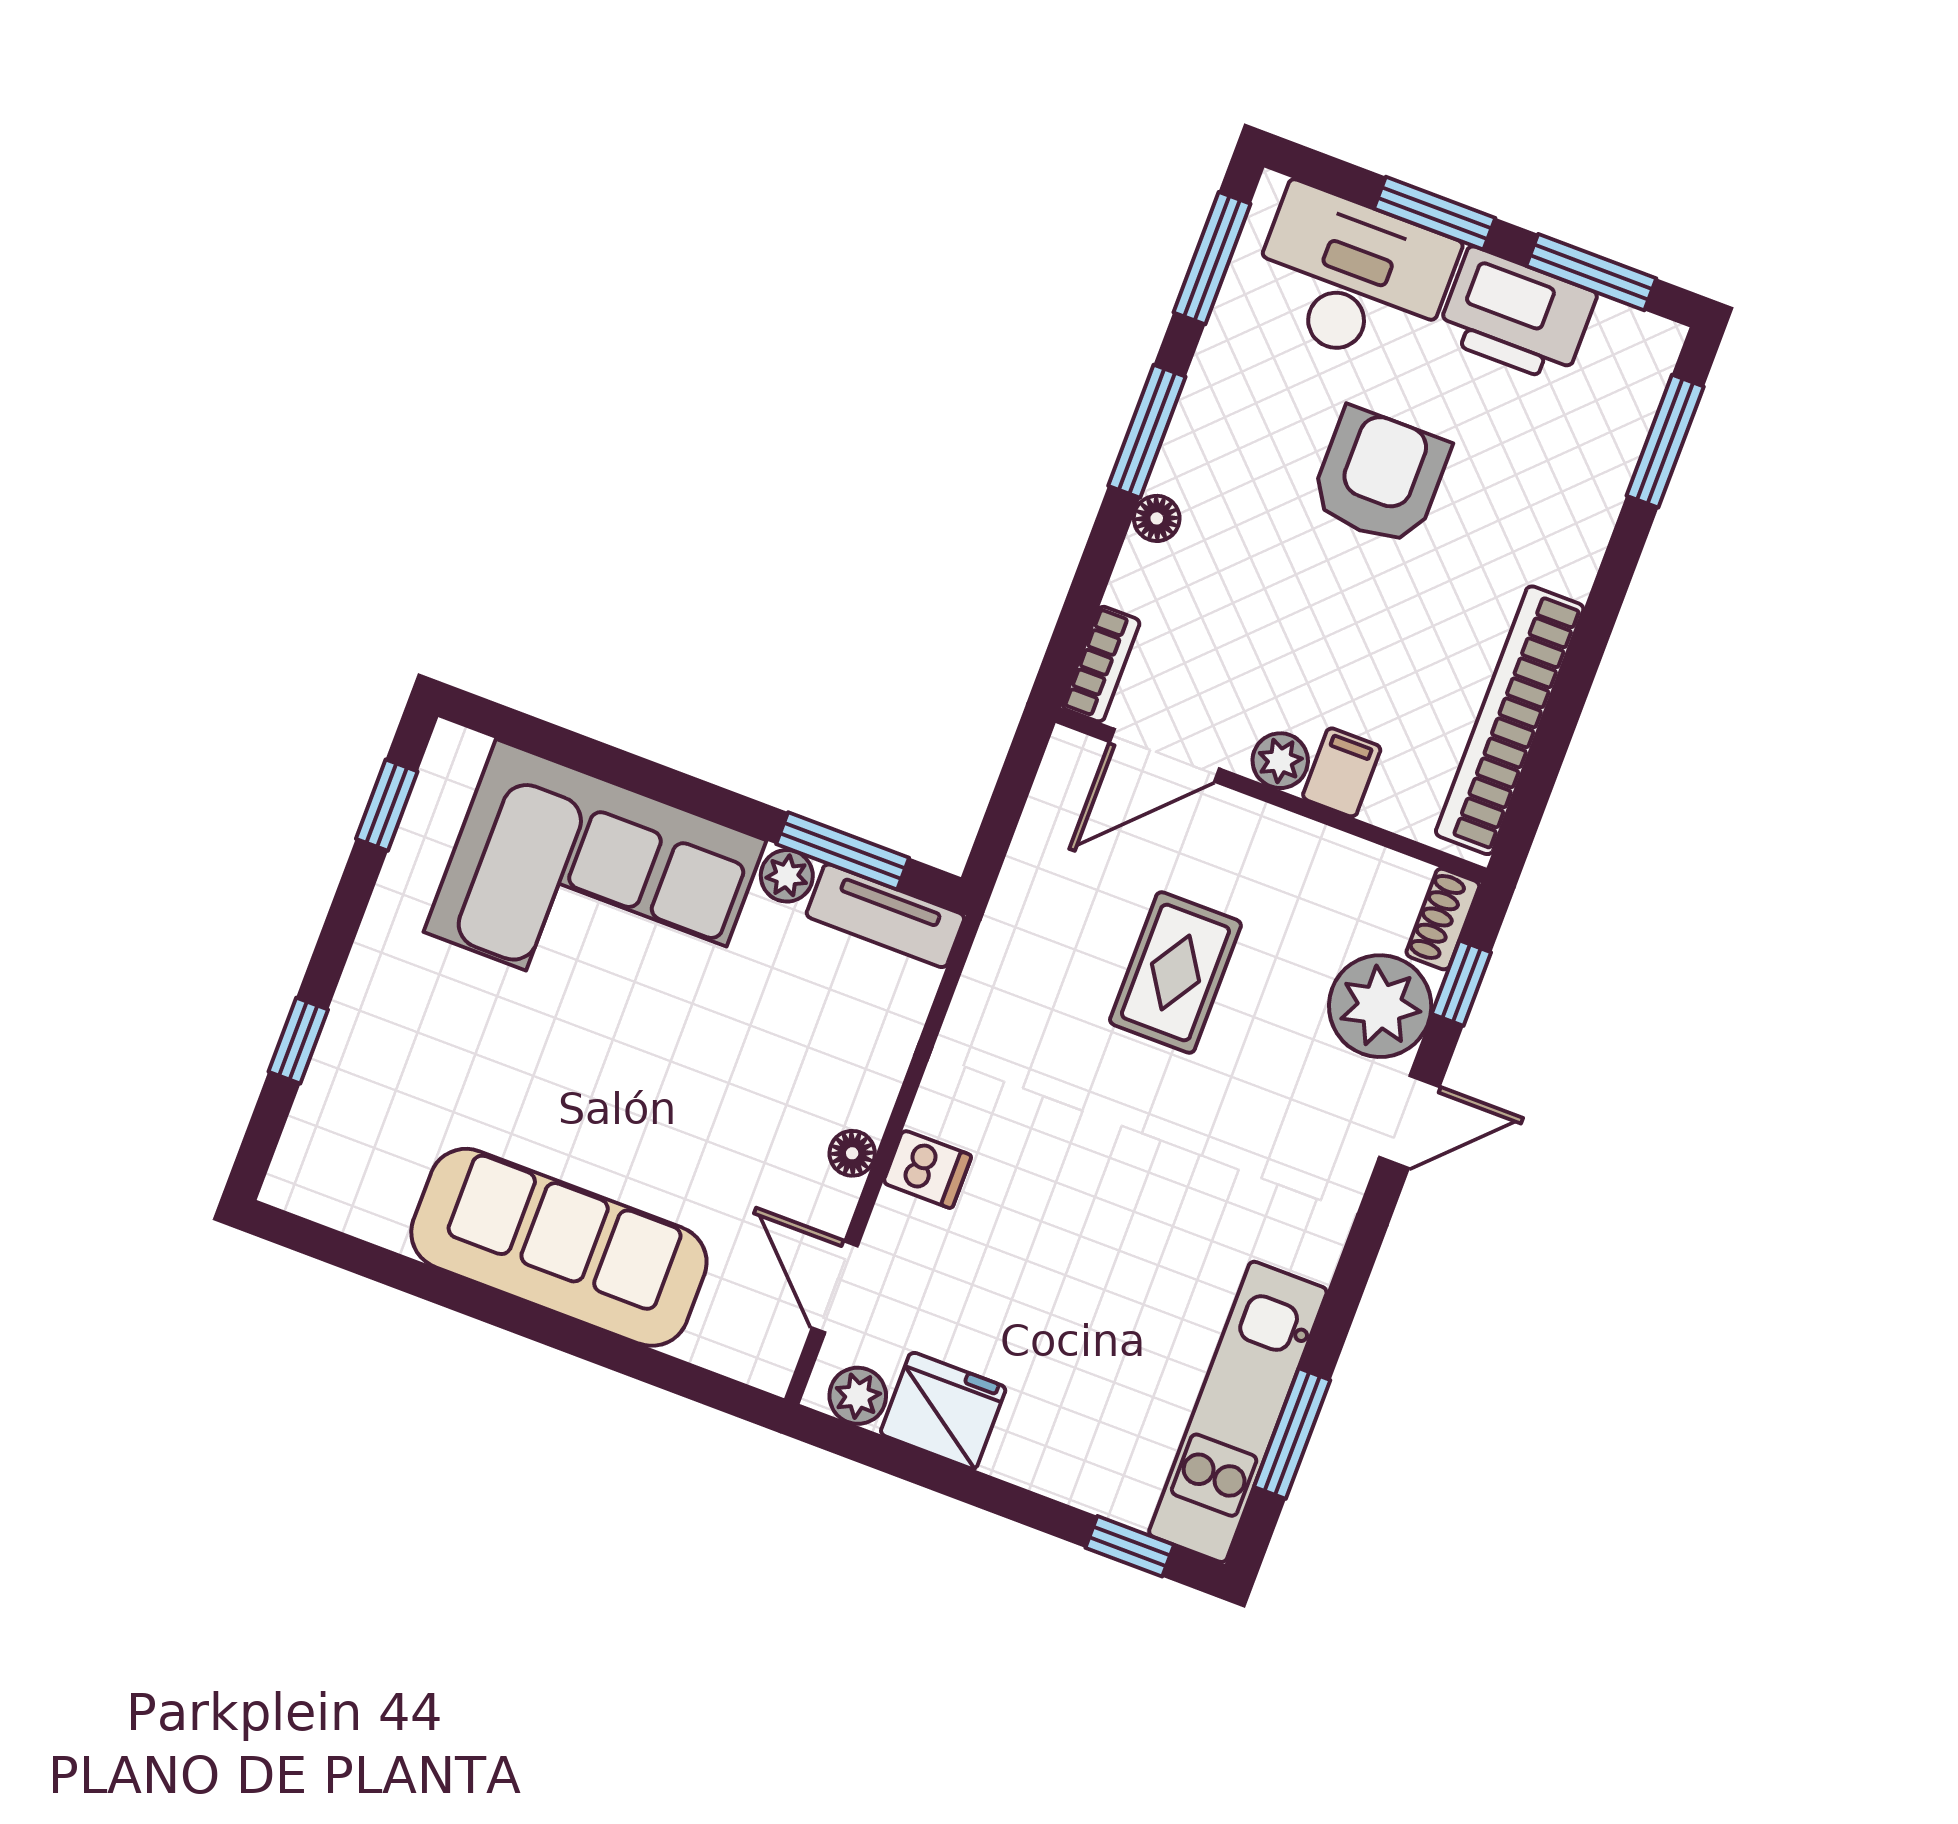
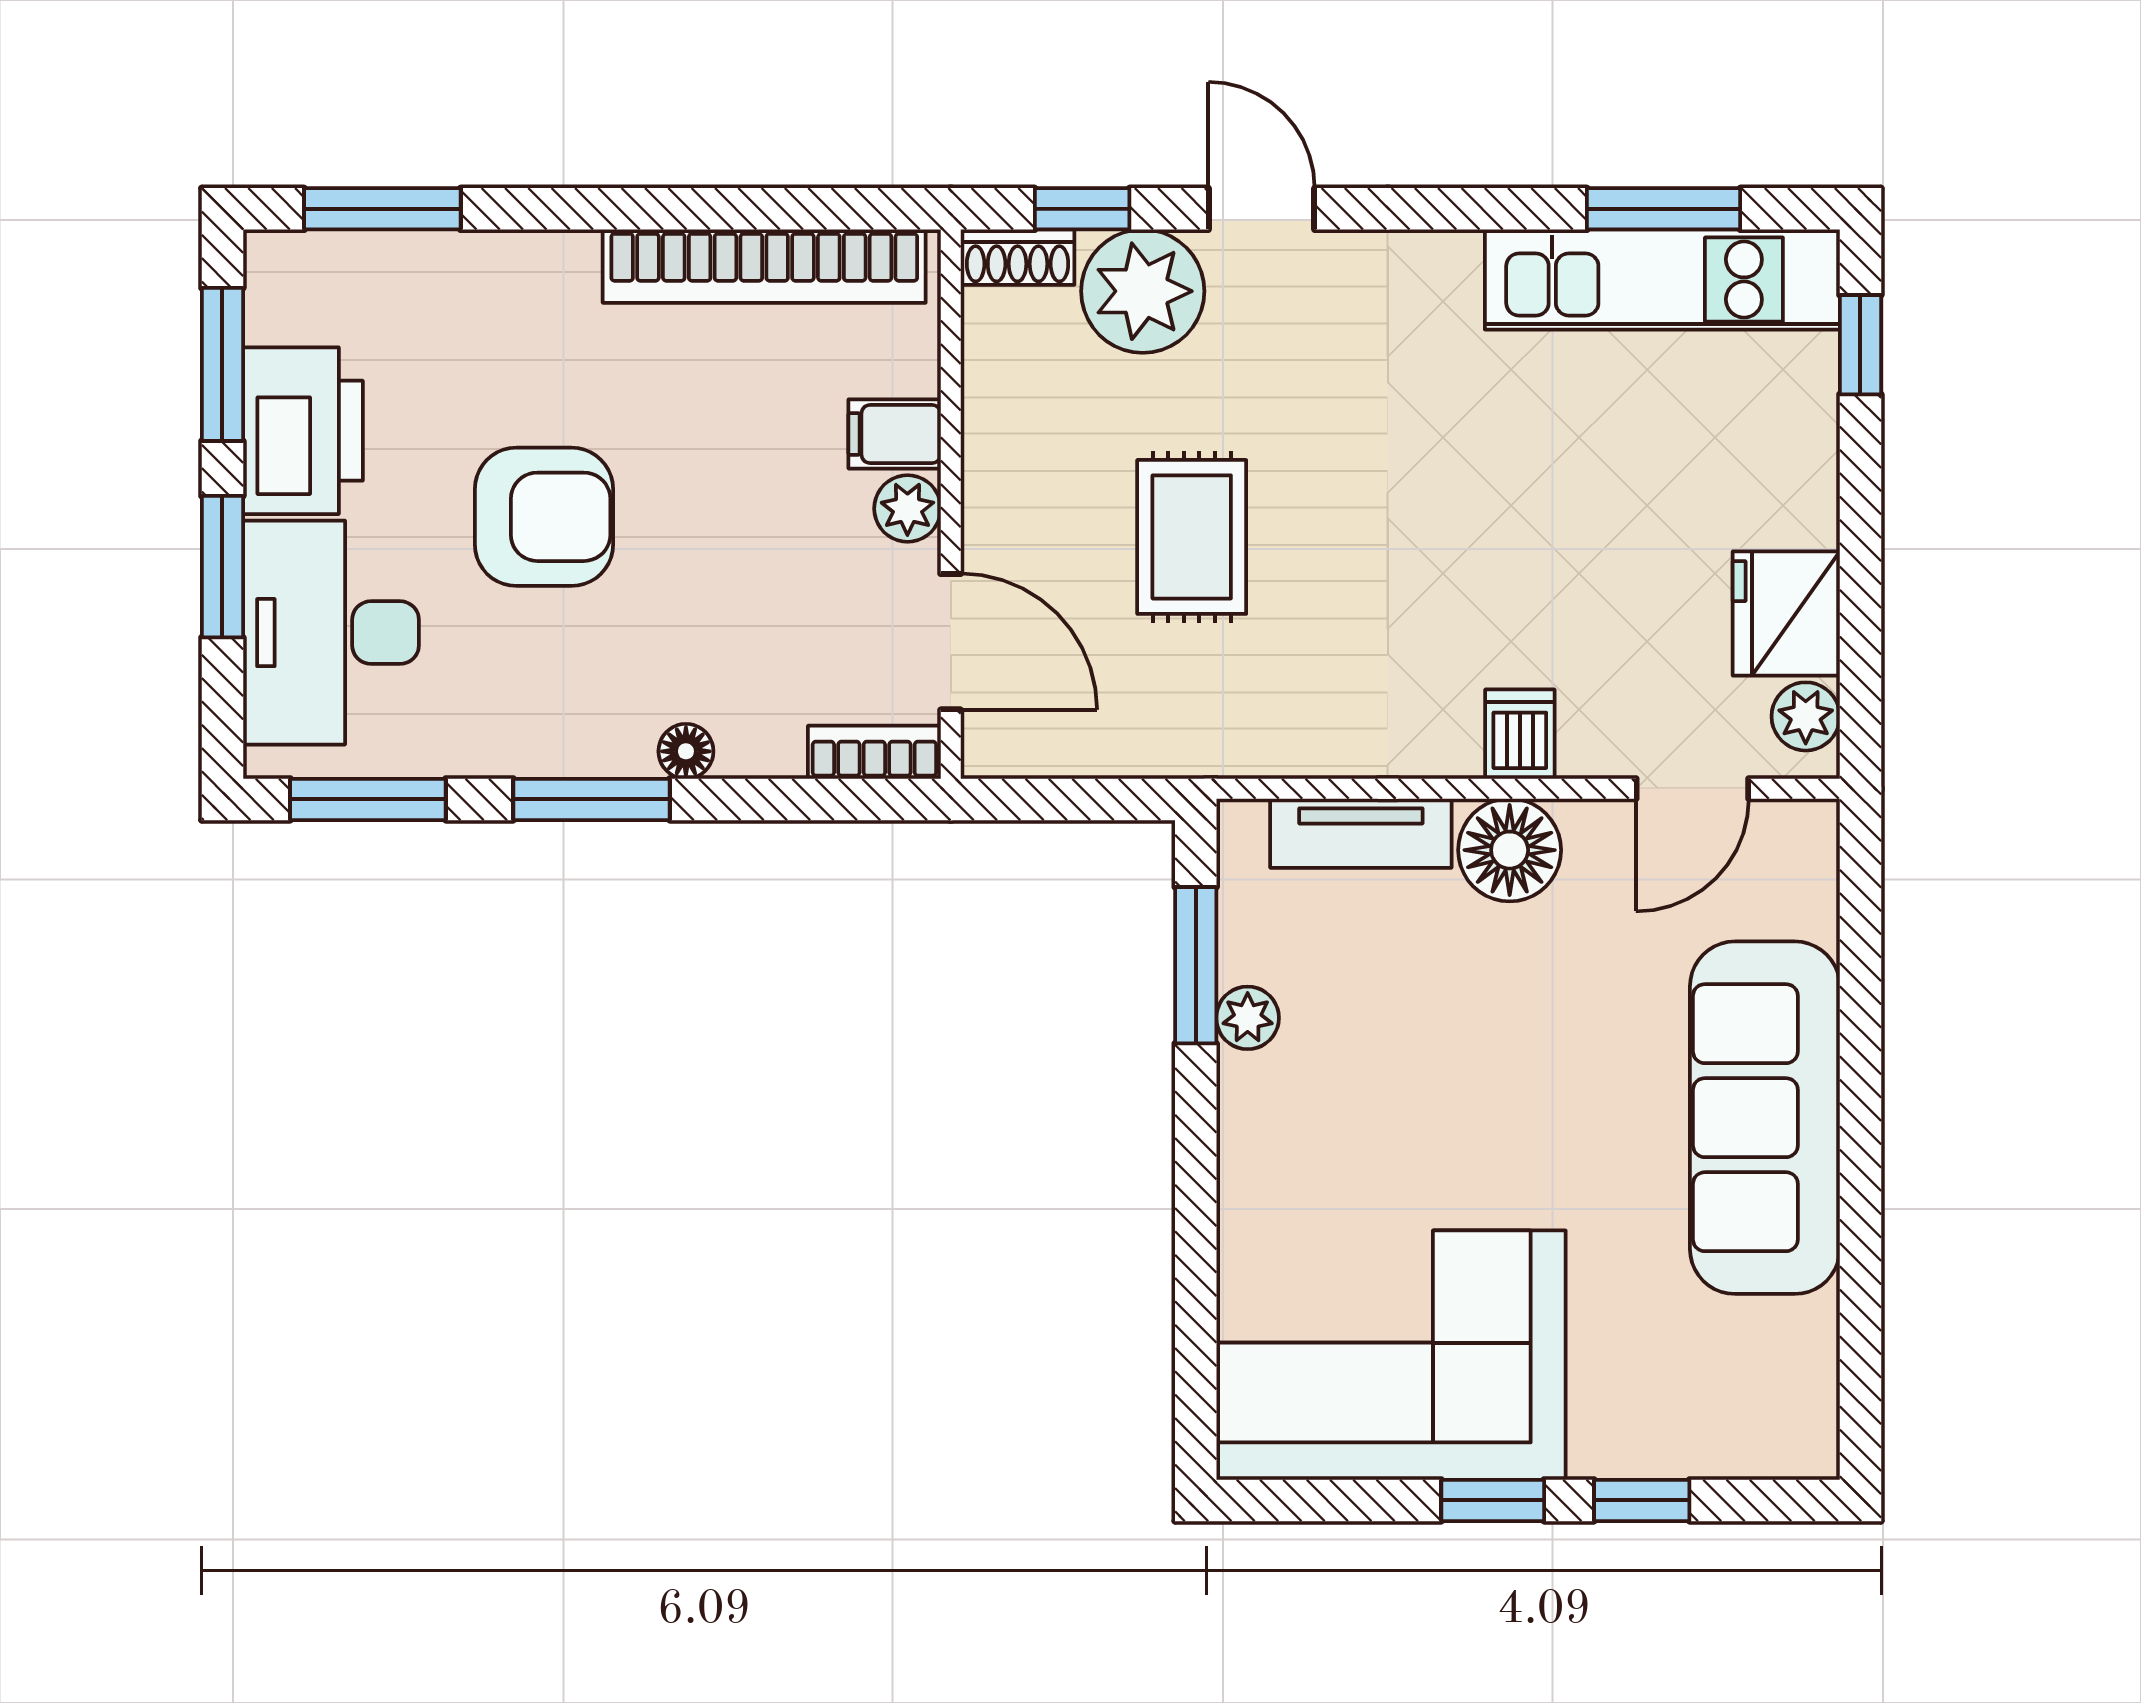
armchair: (1380, 477) -> (544, 517), turned 180
window: (387, 805) -> (1493, 1500), moved
corner sofa: (595, 886) -> (1391, 1355), moved, turned -90
tv unit: (885, 916) -> (1361, 833), moved, turned 90
rug: (1175, 973) -> (1192, 537), turned 90
floor lamp: (852, 1153) -> (1510, 850), width x1.89, depth x1.89

